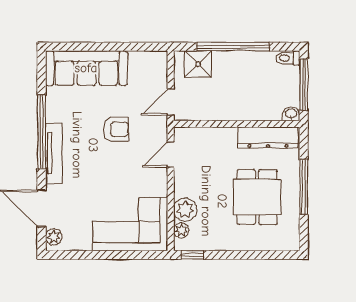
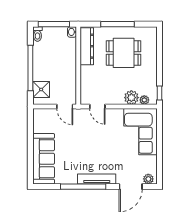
armchair: (116, 129) -> (82, 140), removed

